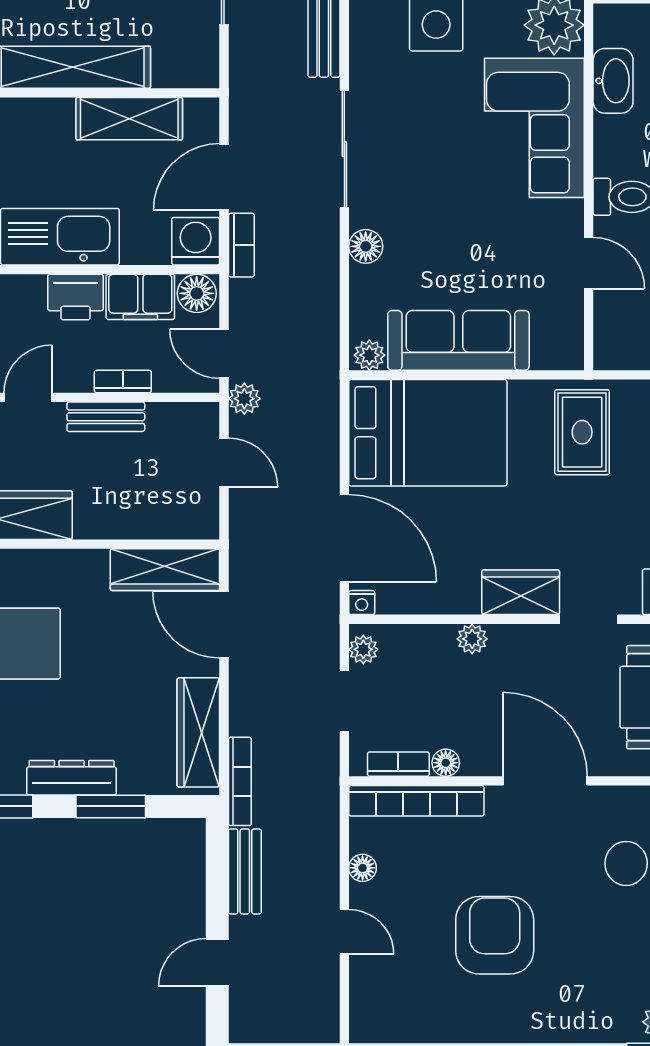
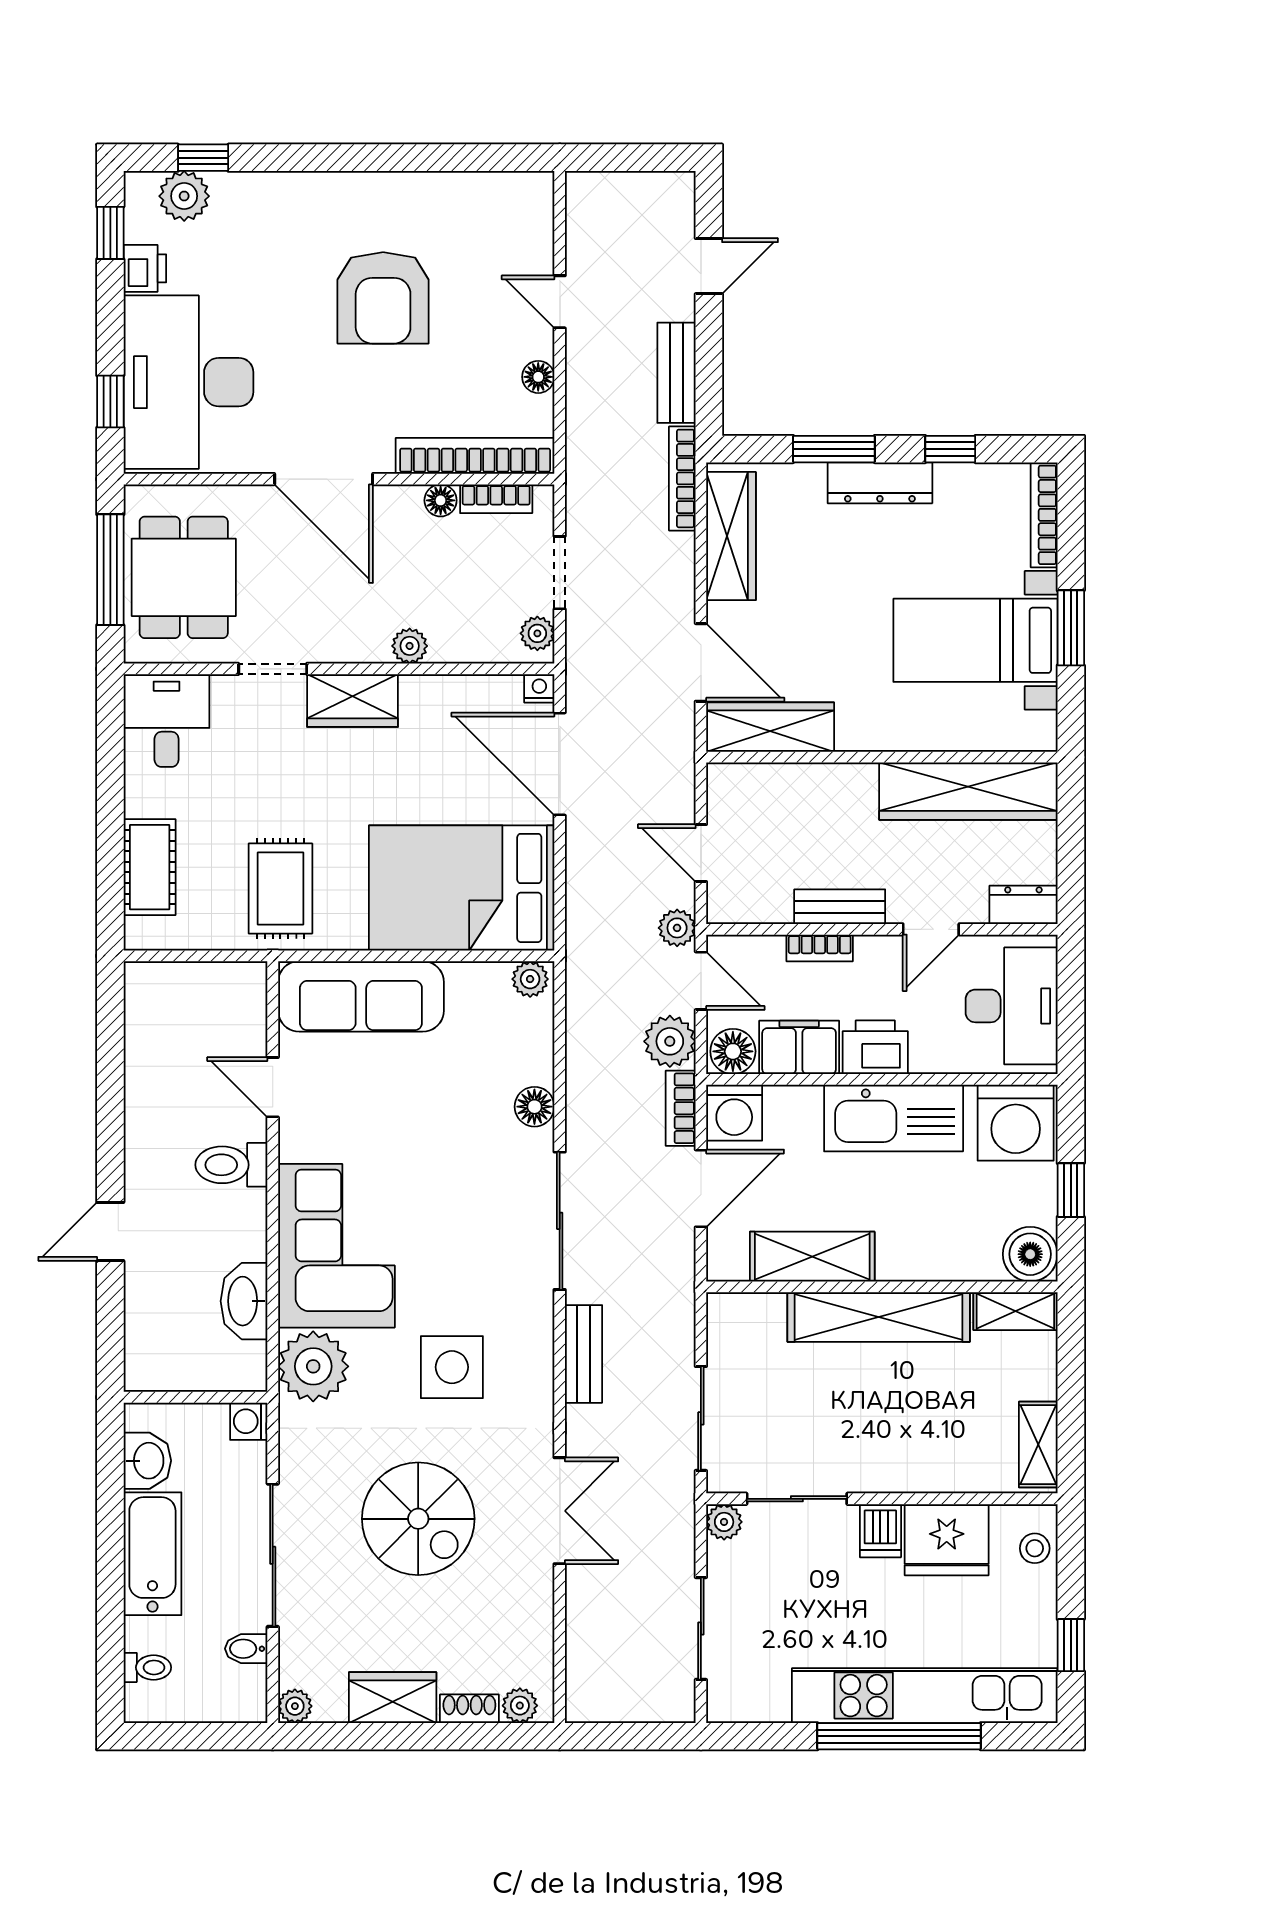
plant: (250, 302) -> (670, 1041), added
sofa: (458, 340) -> (361, 996), moved

